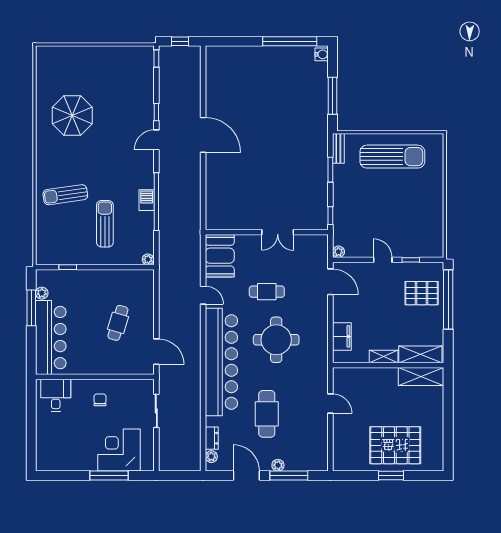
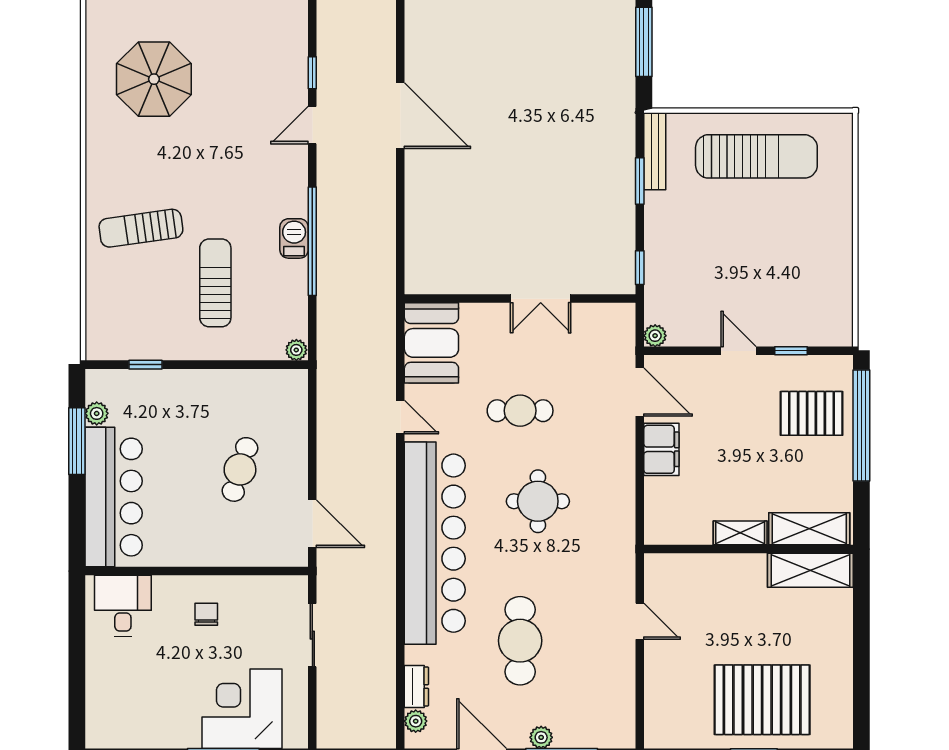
bench: (338, 148) -> (655, 151), width x1.36
filing cabinet: (342, 336) -> (661, 449), moved
round table: (276, 340) -> (538, 501), width x0.73, depth x0.73

